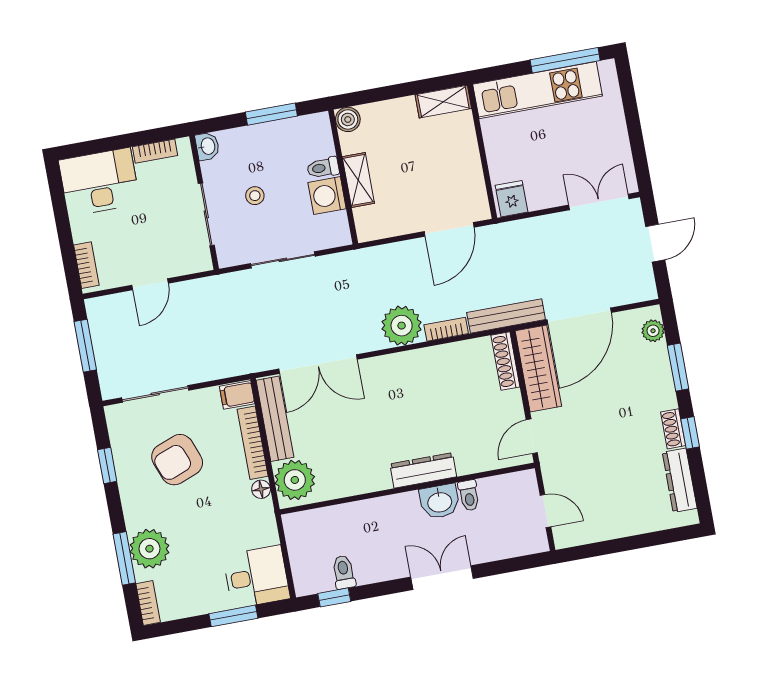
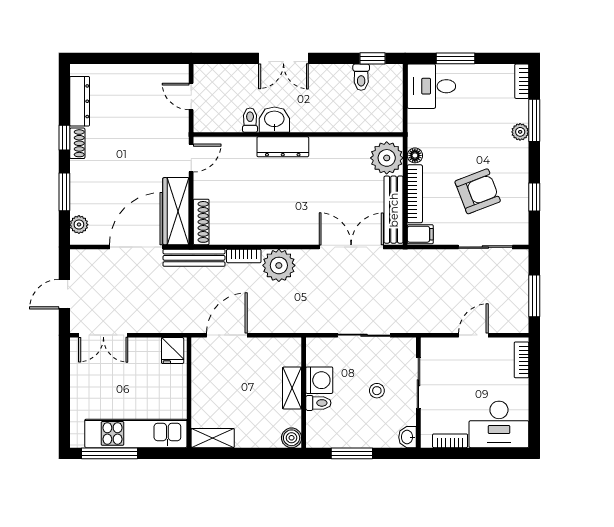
plant: (149, 549) -> (520, 132), width x0.53, depth x0.53

